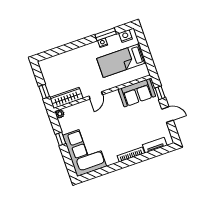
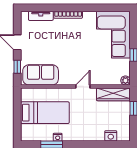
nightstand: (126, 36) -> (111, 136), moved

